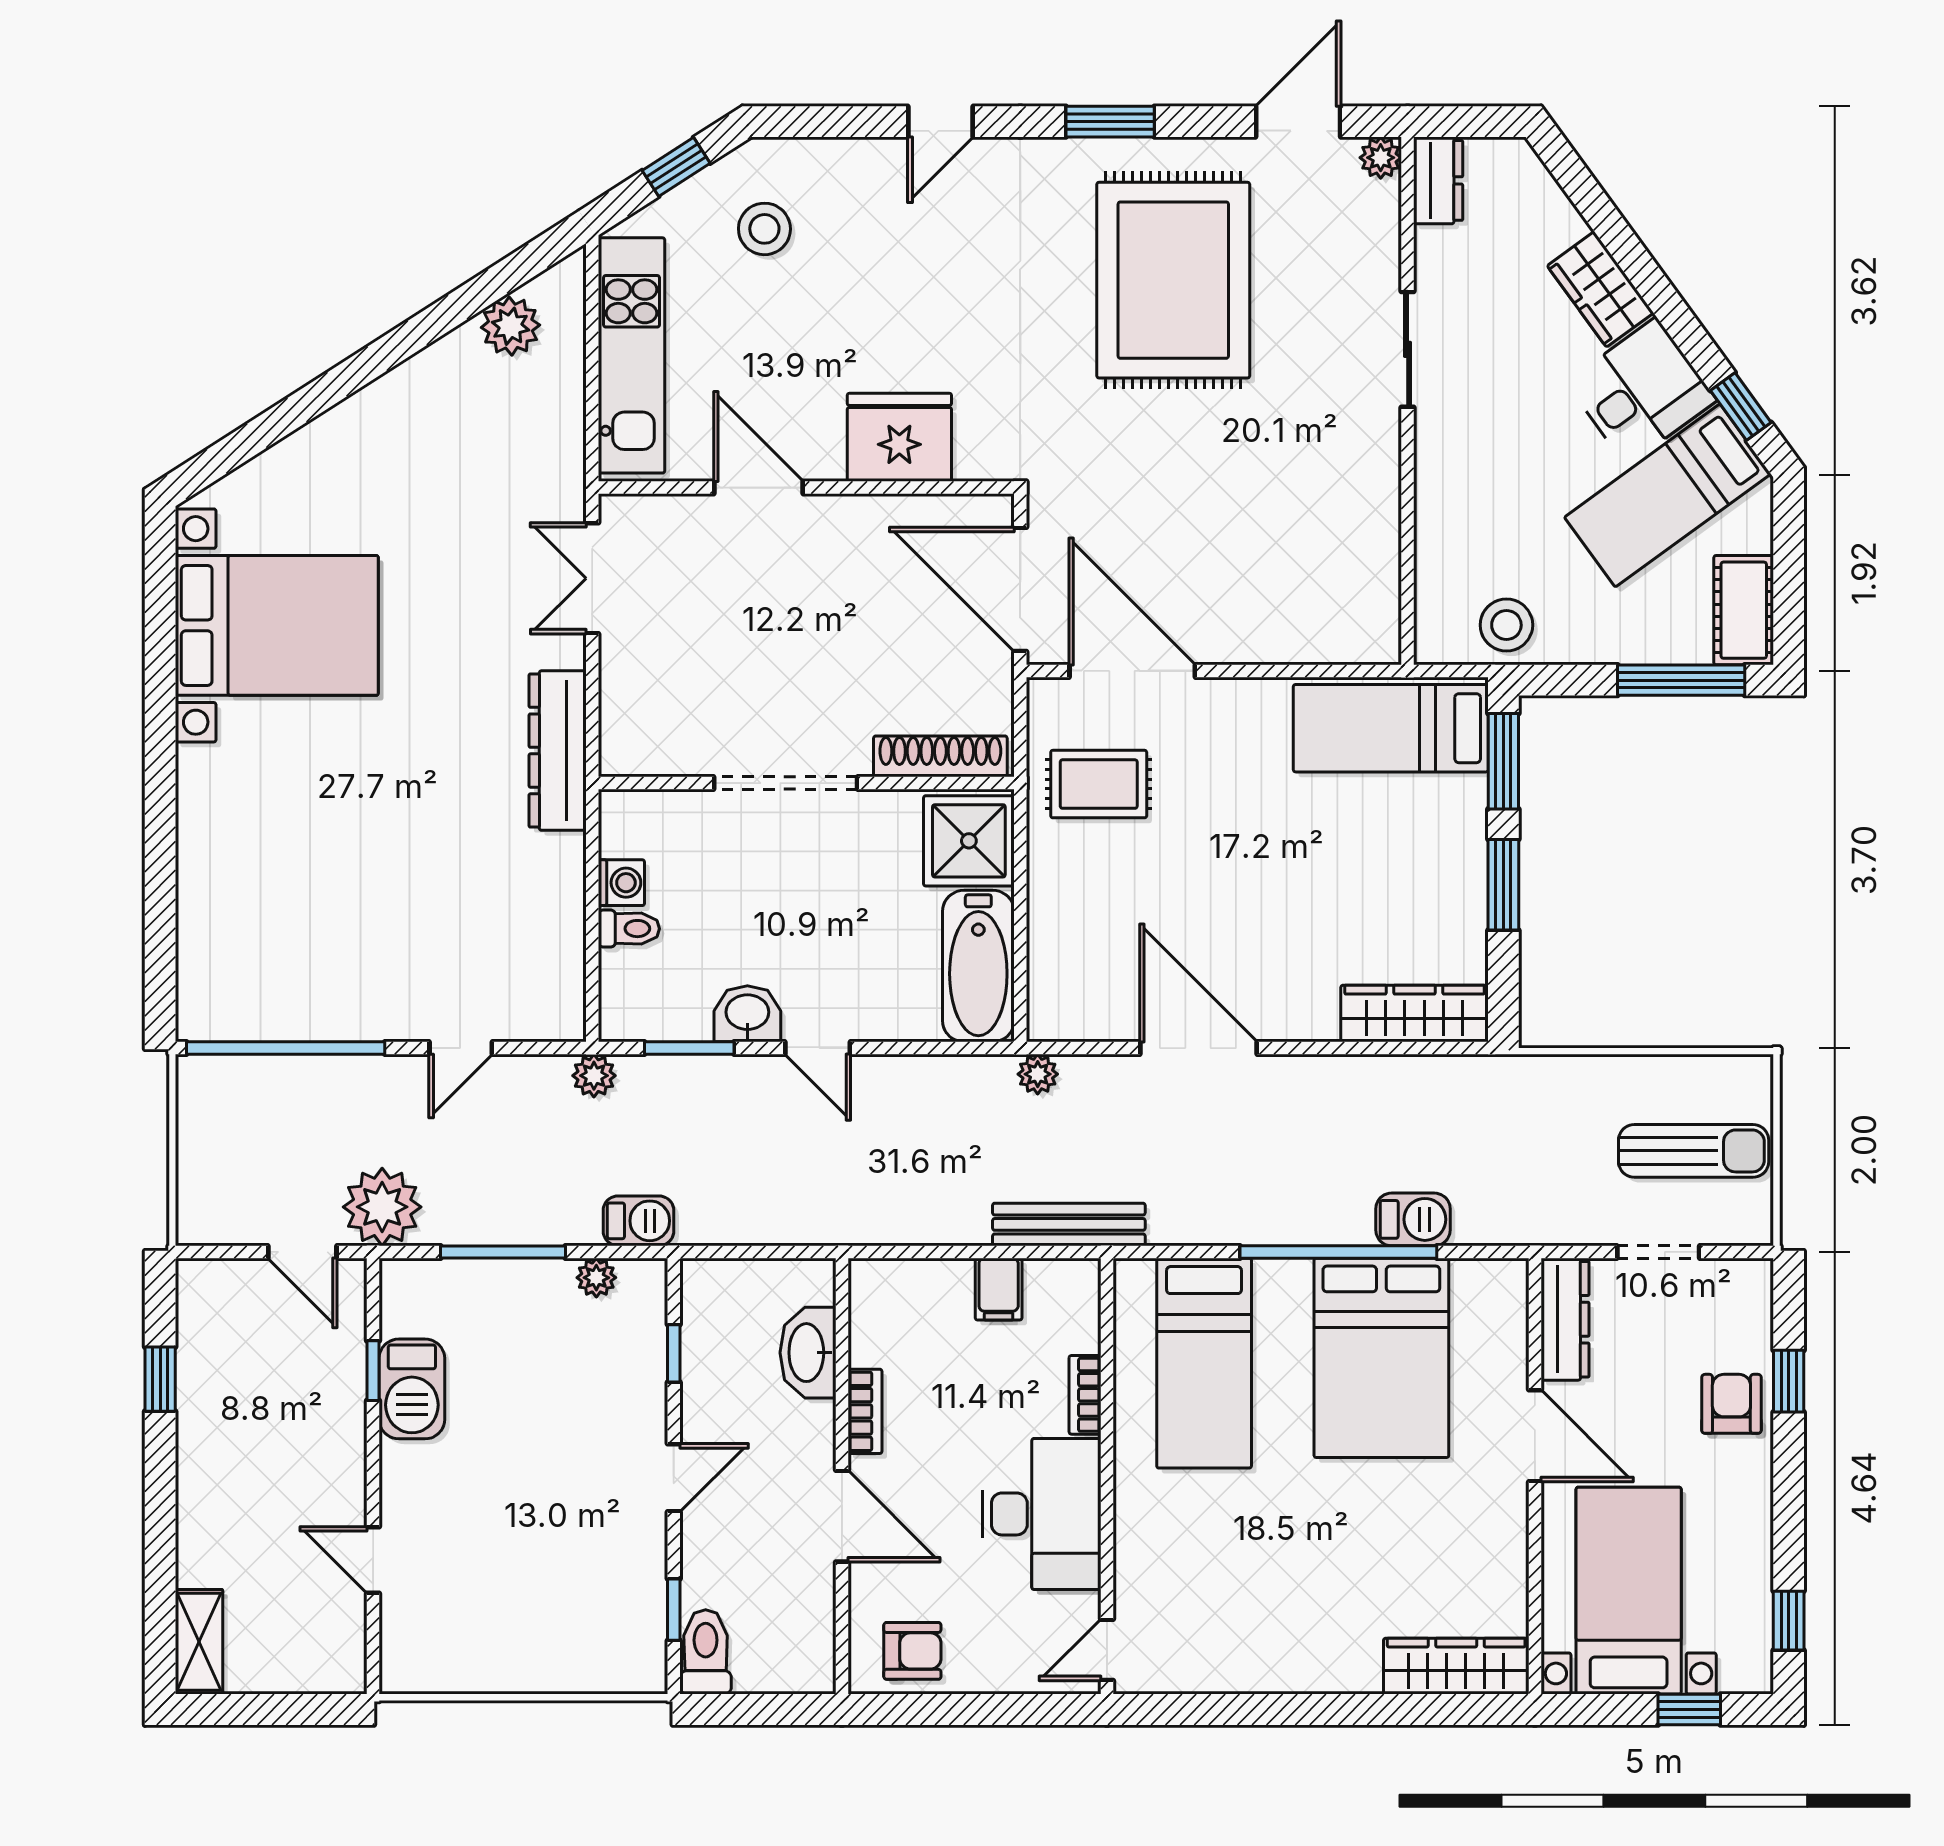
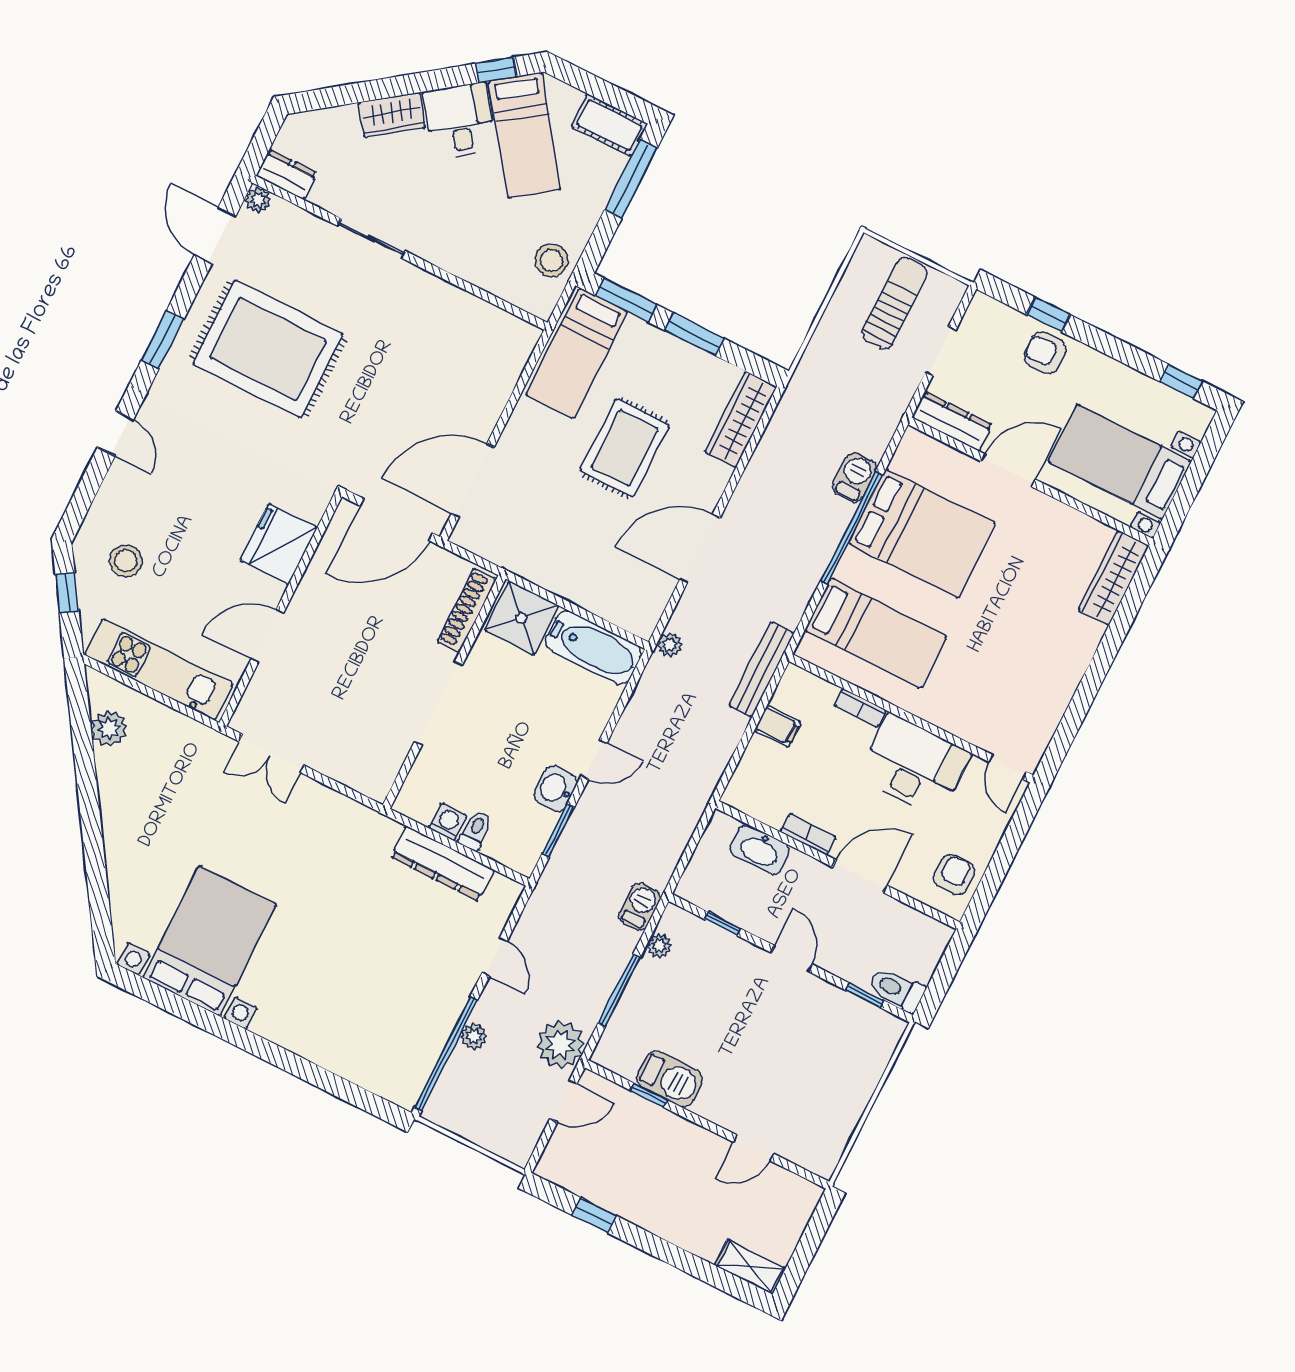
dresser: (558, 751) -> (442, 863), moved
rug: (1099, 784) -> (624, 448), moved, width x1.36, depth x1.43
plant: (594, 1076) -> (474, 1036), moved
window: (1689, 1709) -> (1203, 461), removed

